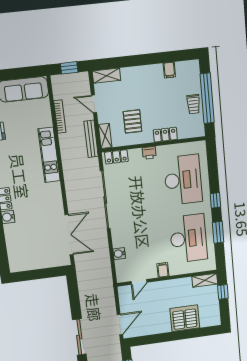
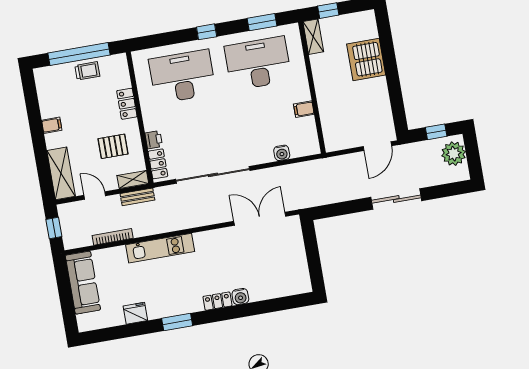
filing cabinet: (169, 70) -> (52, 125), moved
shelving: (106, 76) -> (61, 173), width x1.50, depth x1.33
door: (94, 104) -> (95, 195), swing flipped
bench: (91, 139) -> (137, 197), width x0.73
printer: (149, 153) -> (154, 140), moved
window: (218, 232) -> (262, 22), moved
filing cabinet: (163, 270) -> (304, 109), moved
door: (139, 282) -> (318, 125), removed
door: (120, 324) -> (377, 146), swing flipped

